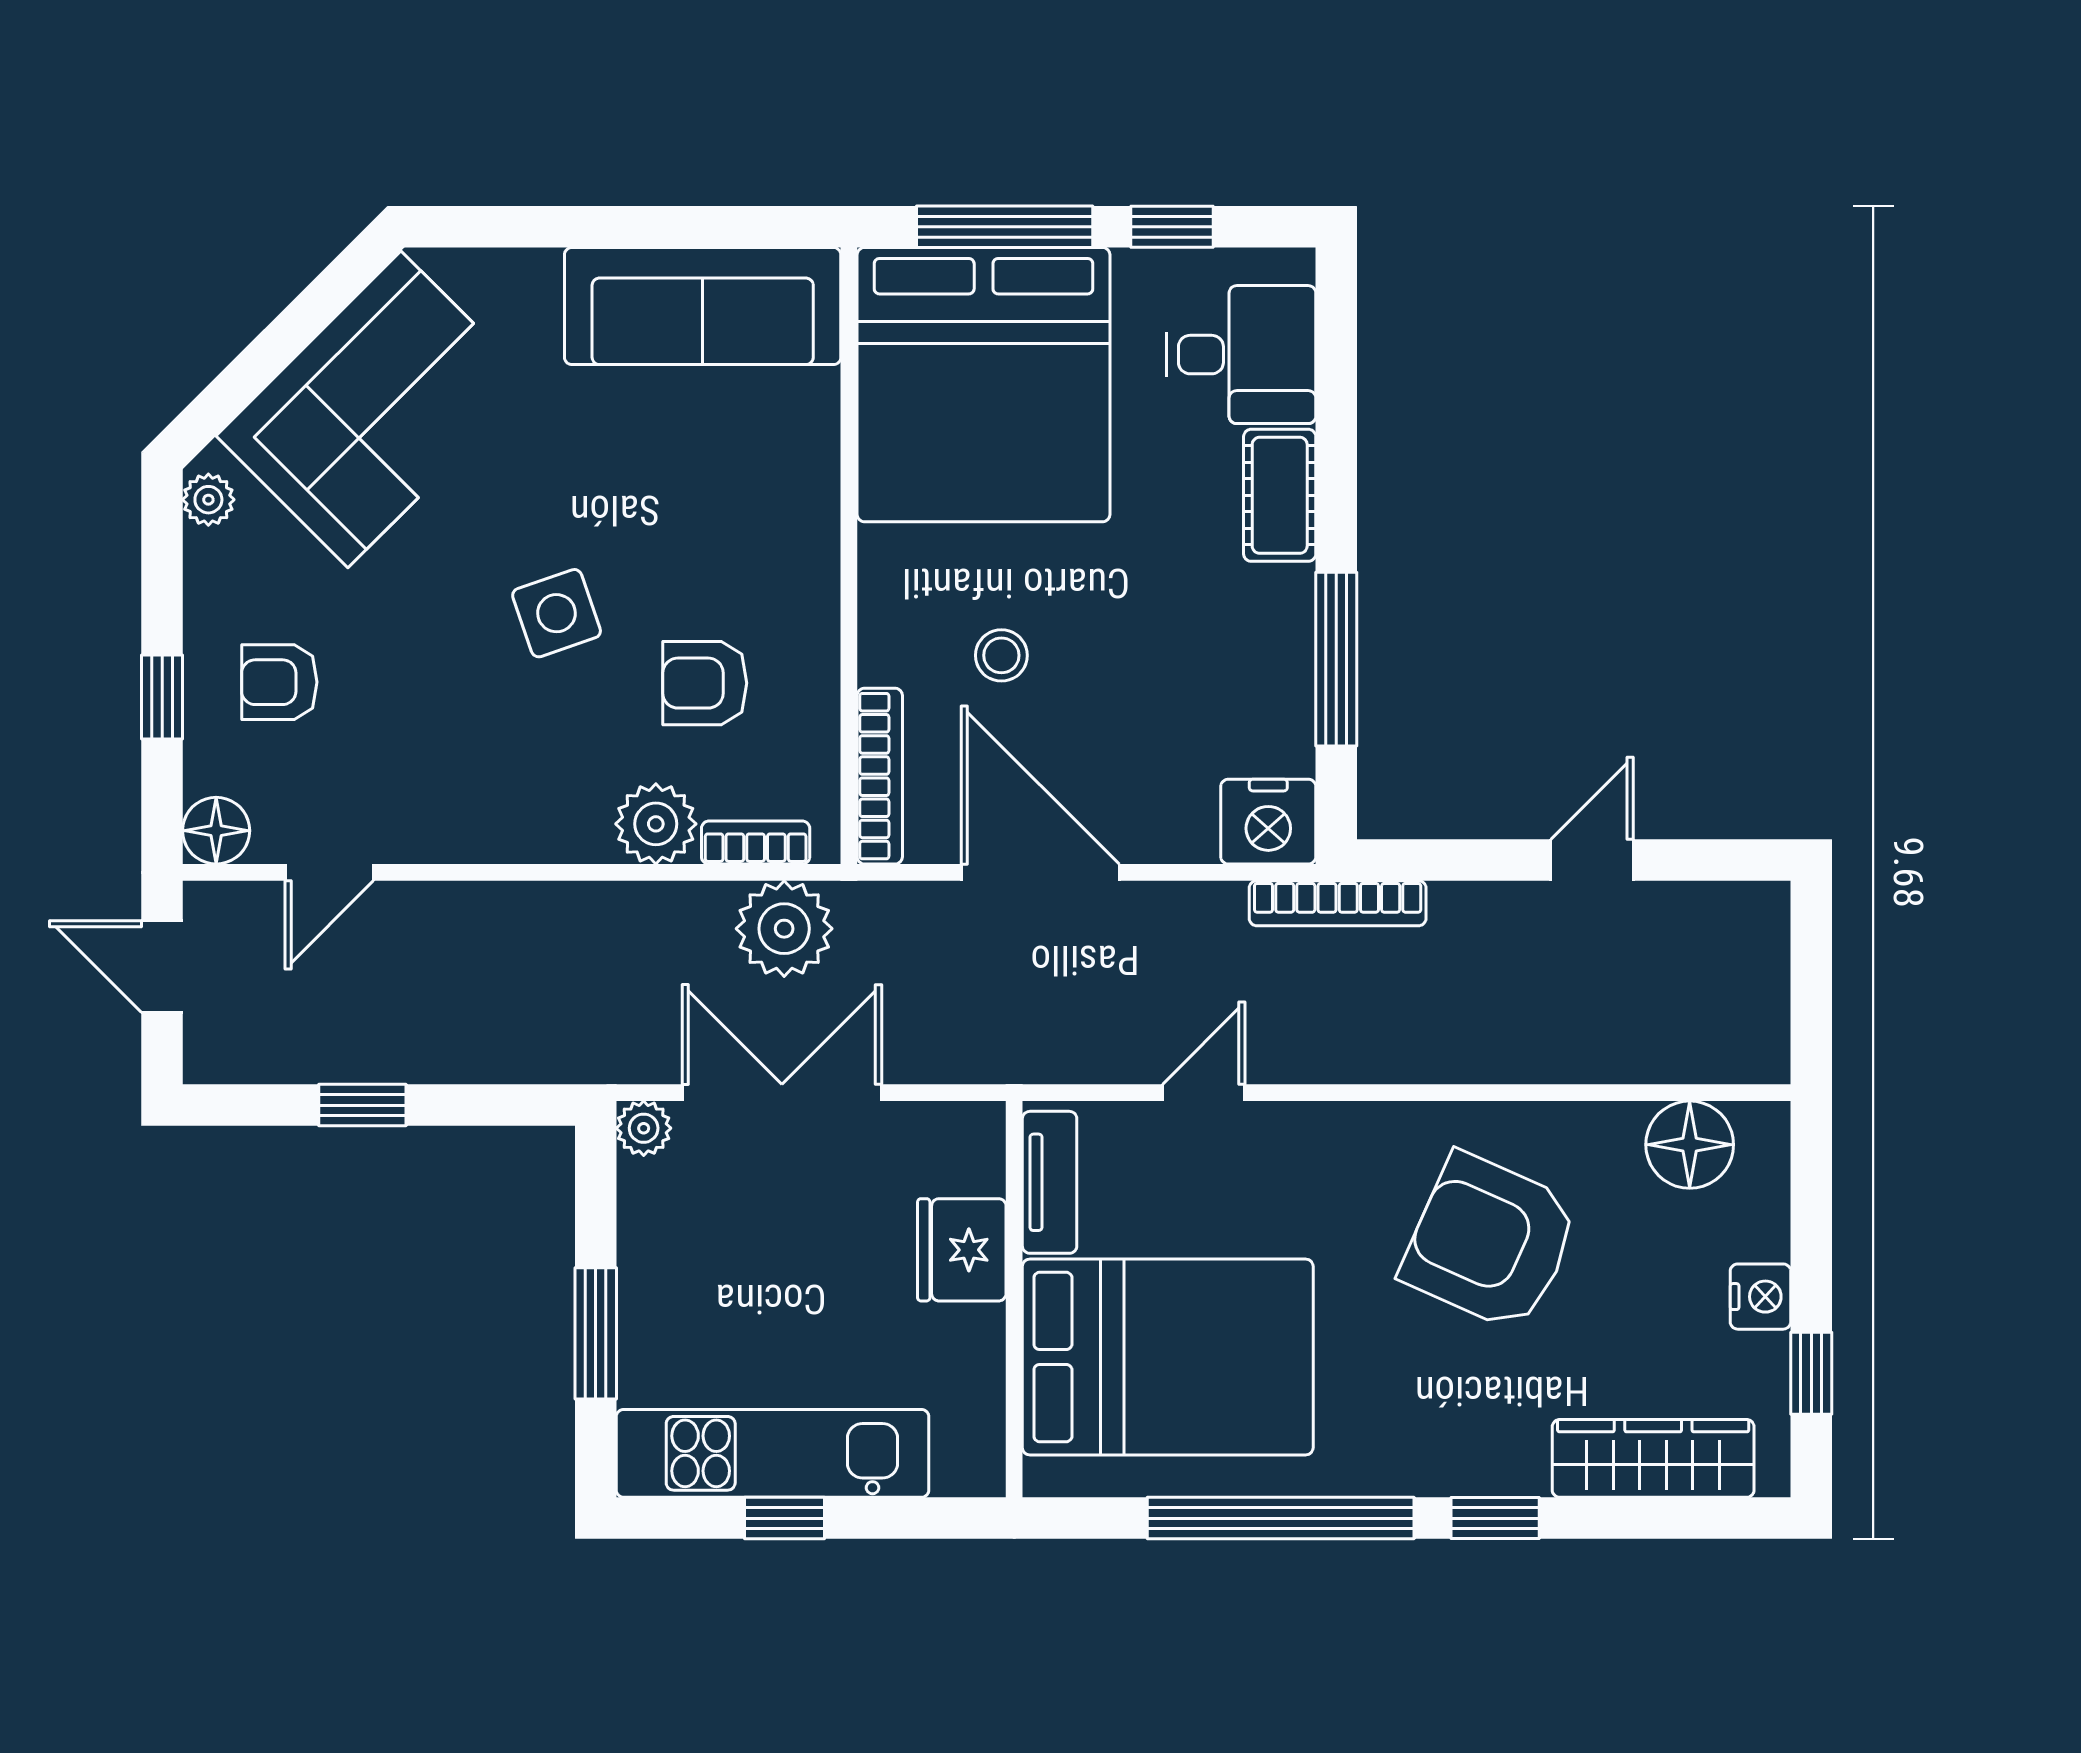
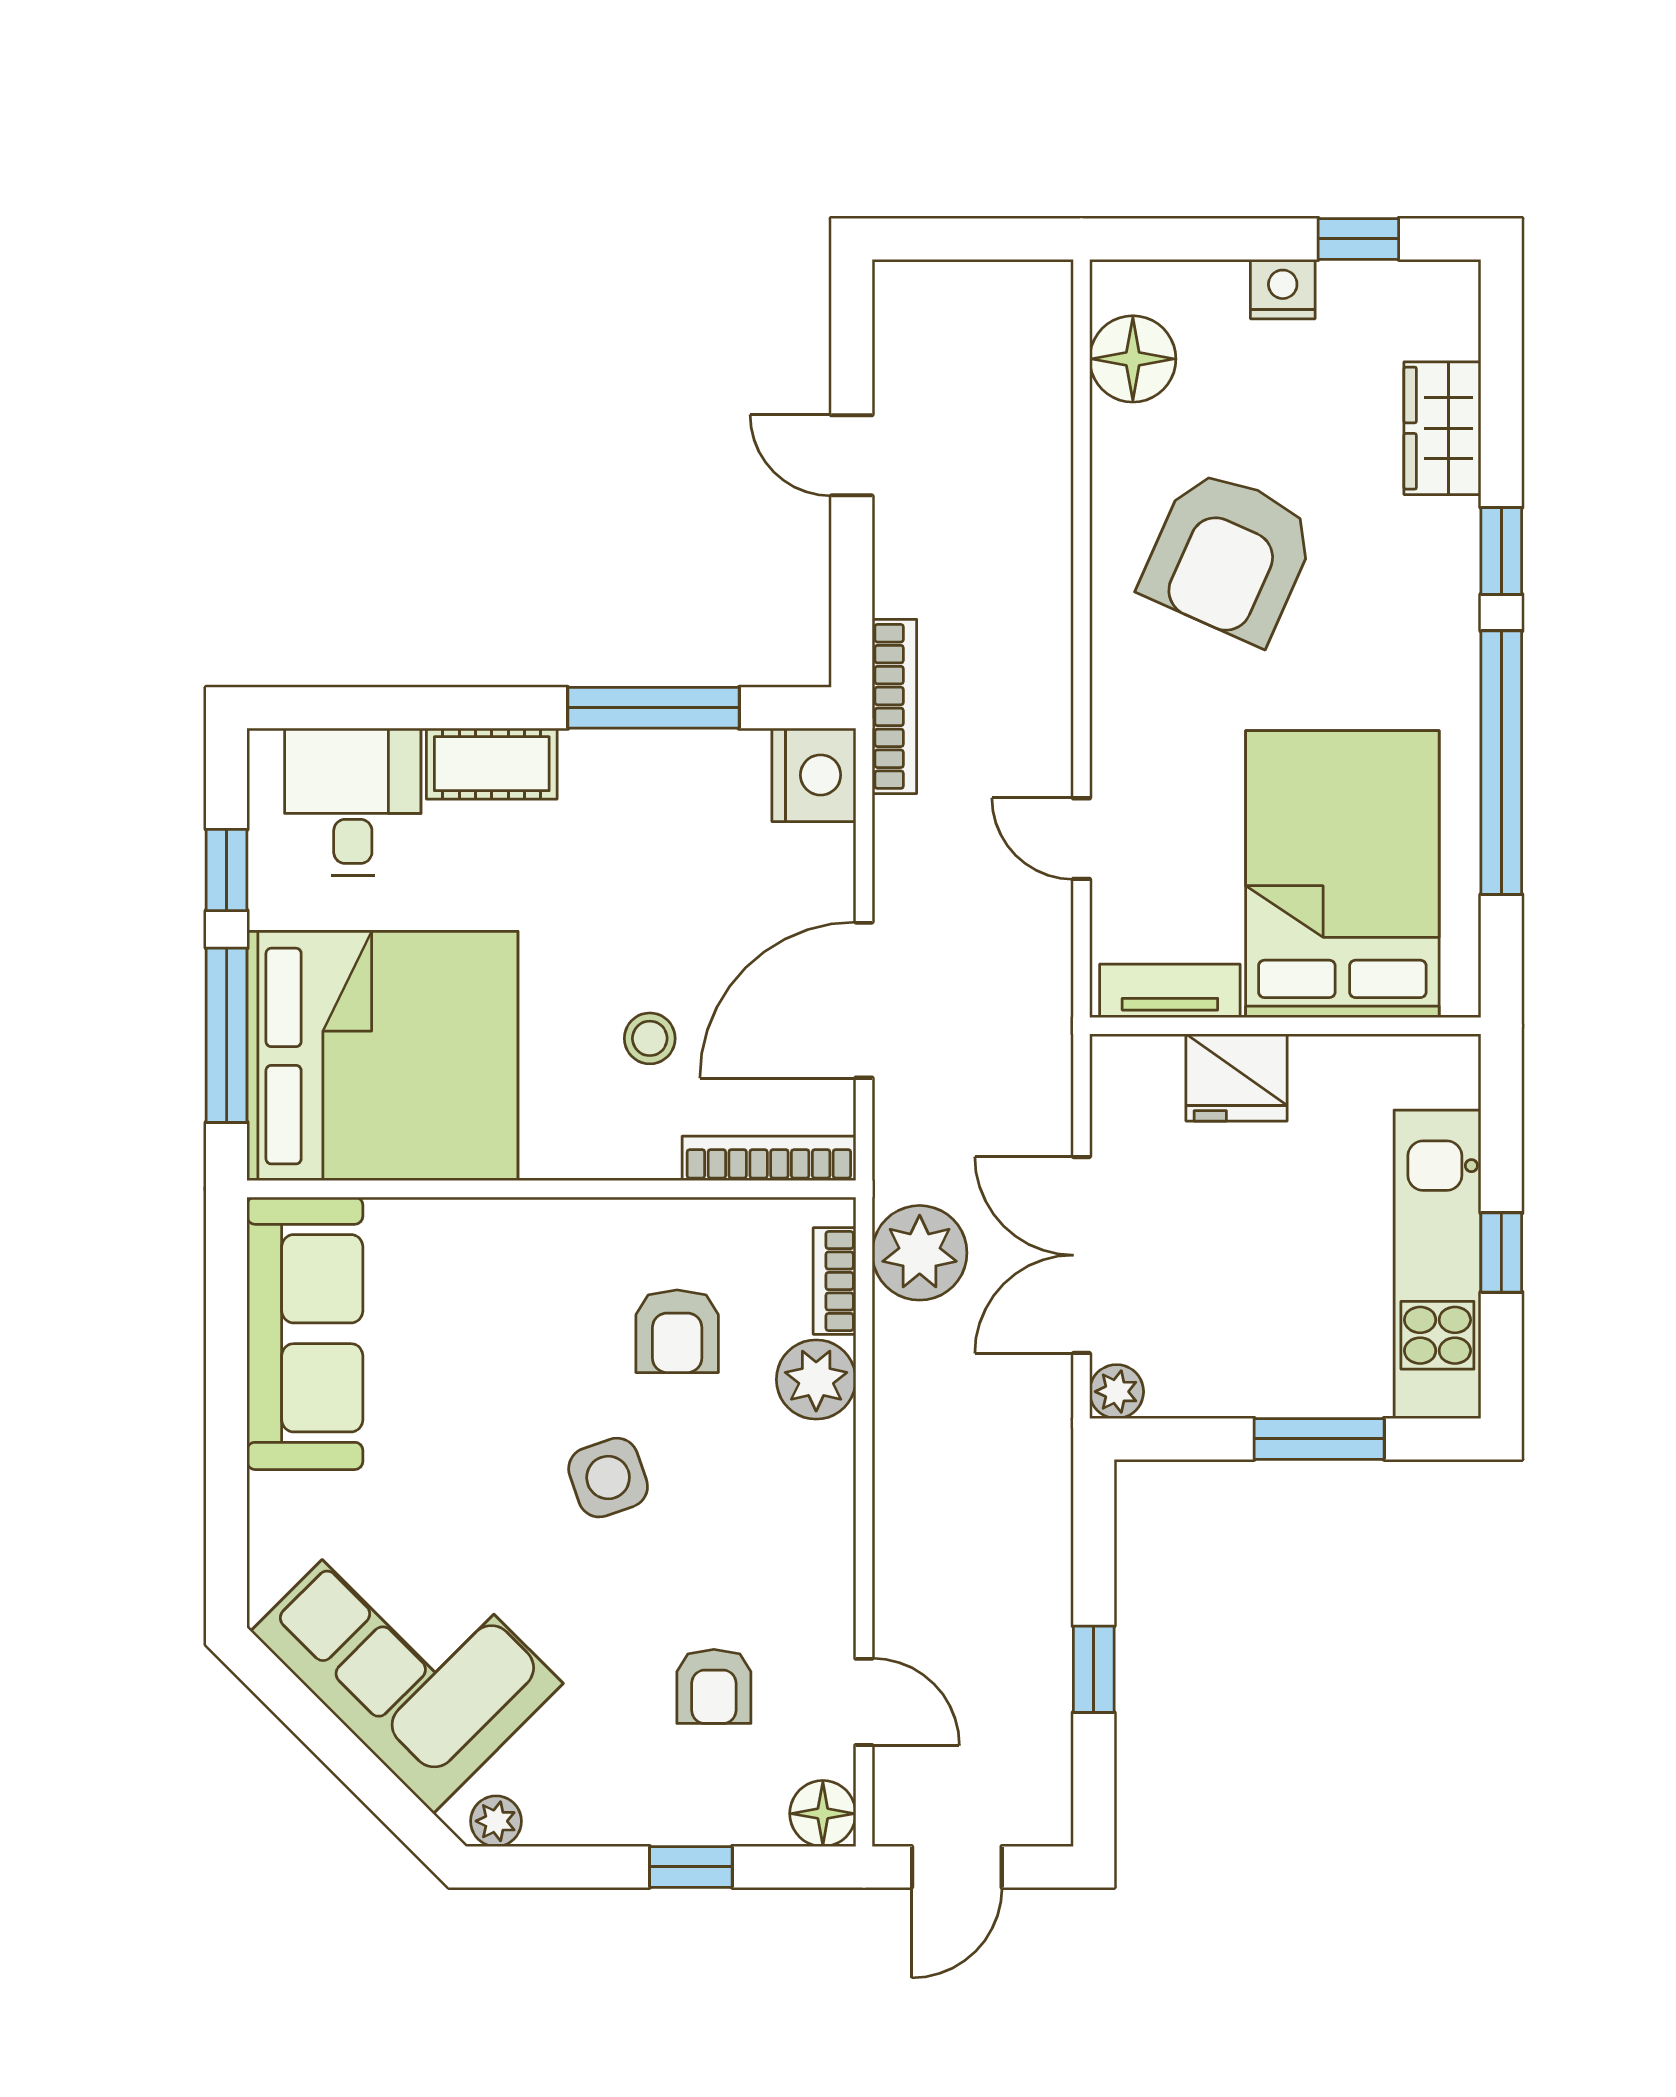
armchair: (279, 682) -> (714, 1686), moved
wardrobe: (1653, 1458) -> (1442, 428), width x0.67

